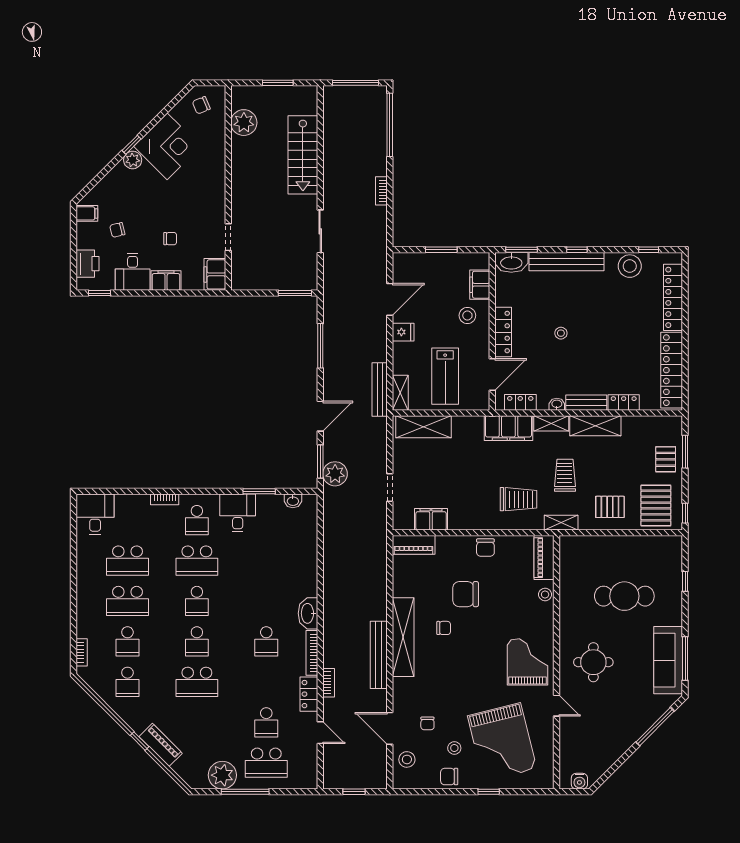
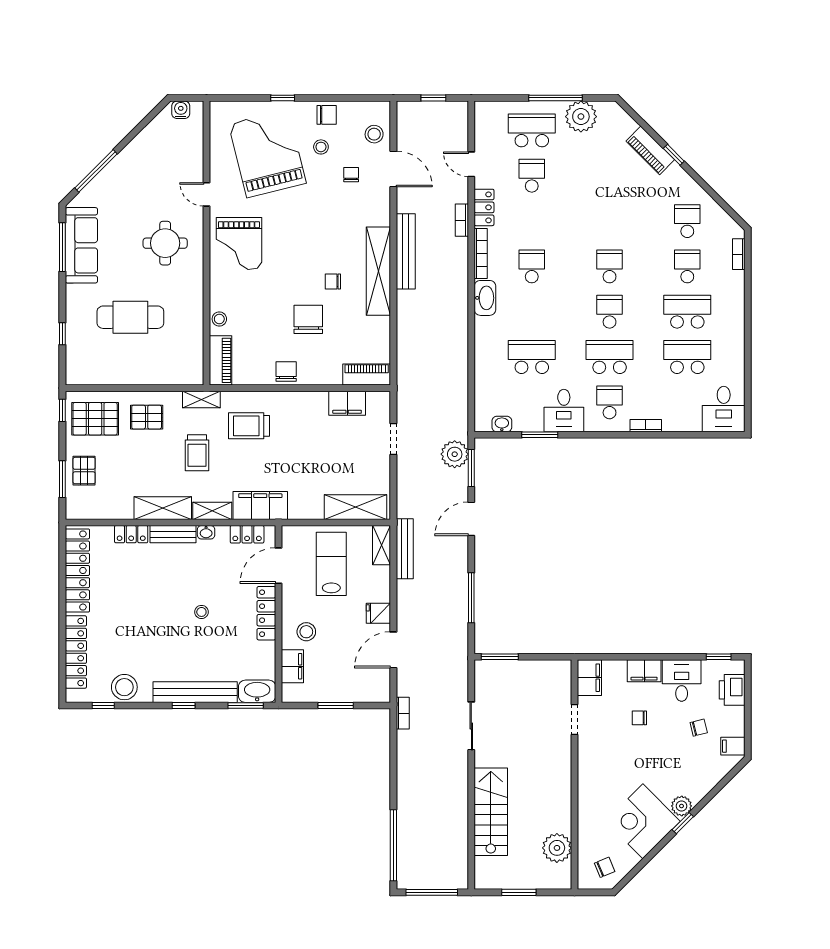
bookcase: (381, 191) -> (403, 713), moved
pallet: (656, 505) -> (95, 419), turned 90
chair: (466, 594) -> (308, 319), turned -90
school desk: (197, 682) -> (532, 357), moved

